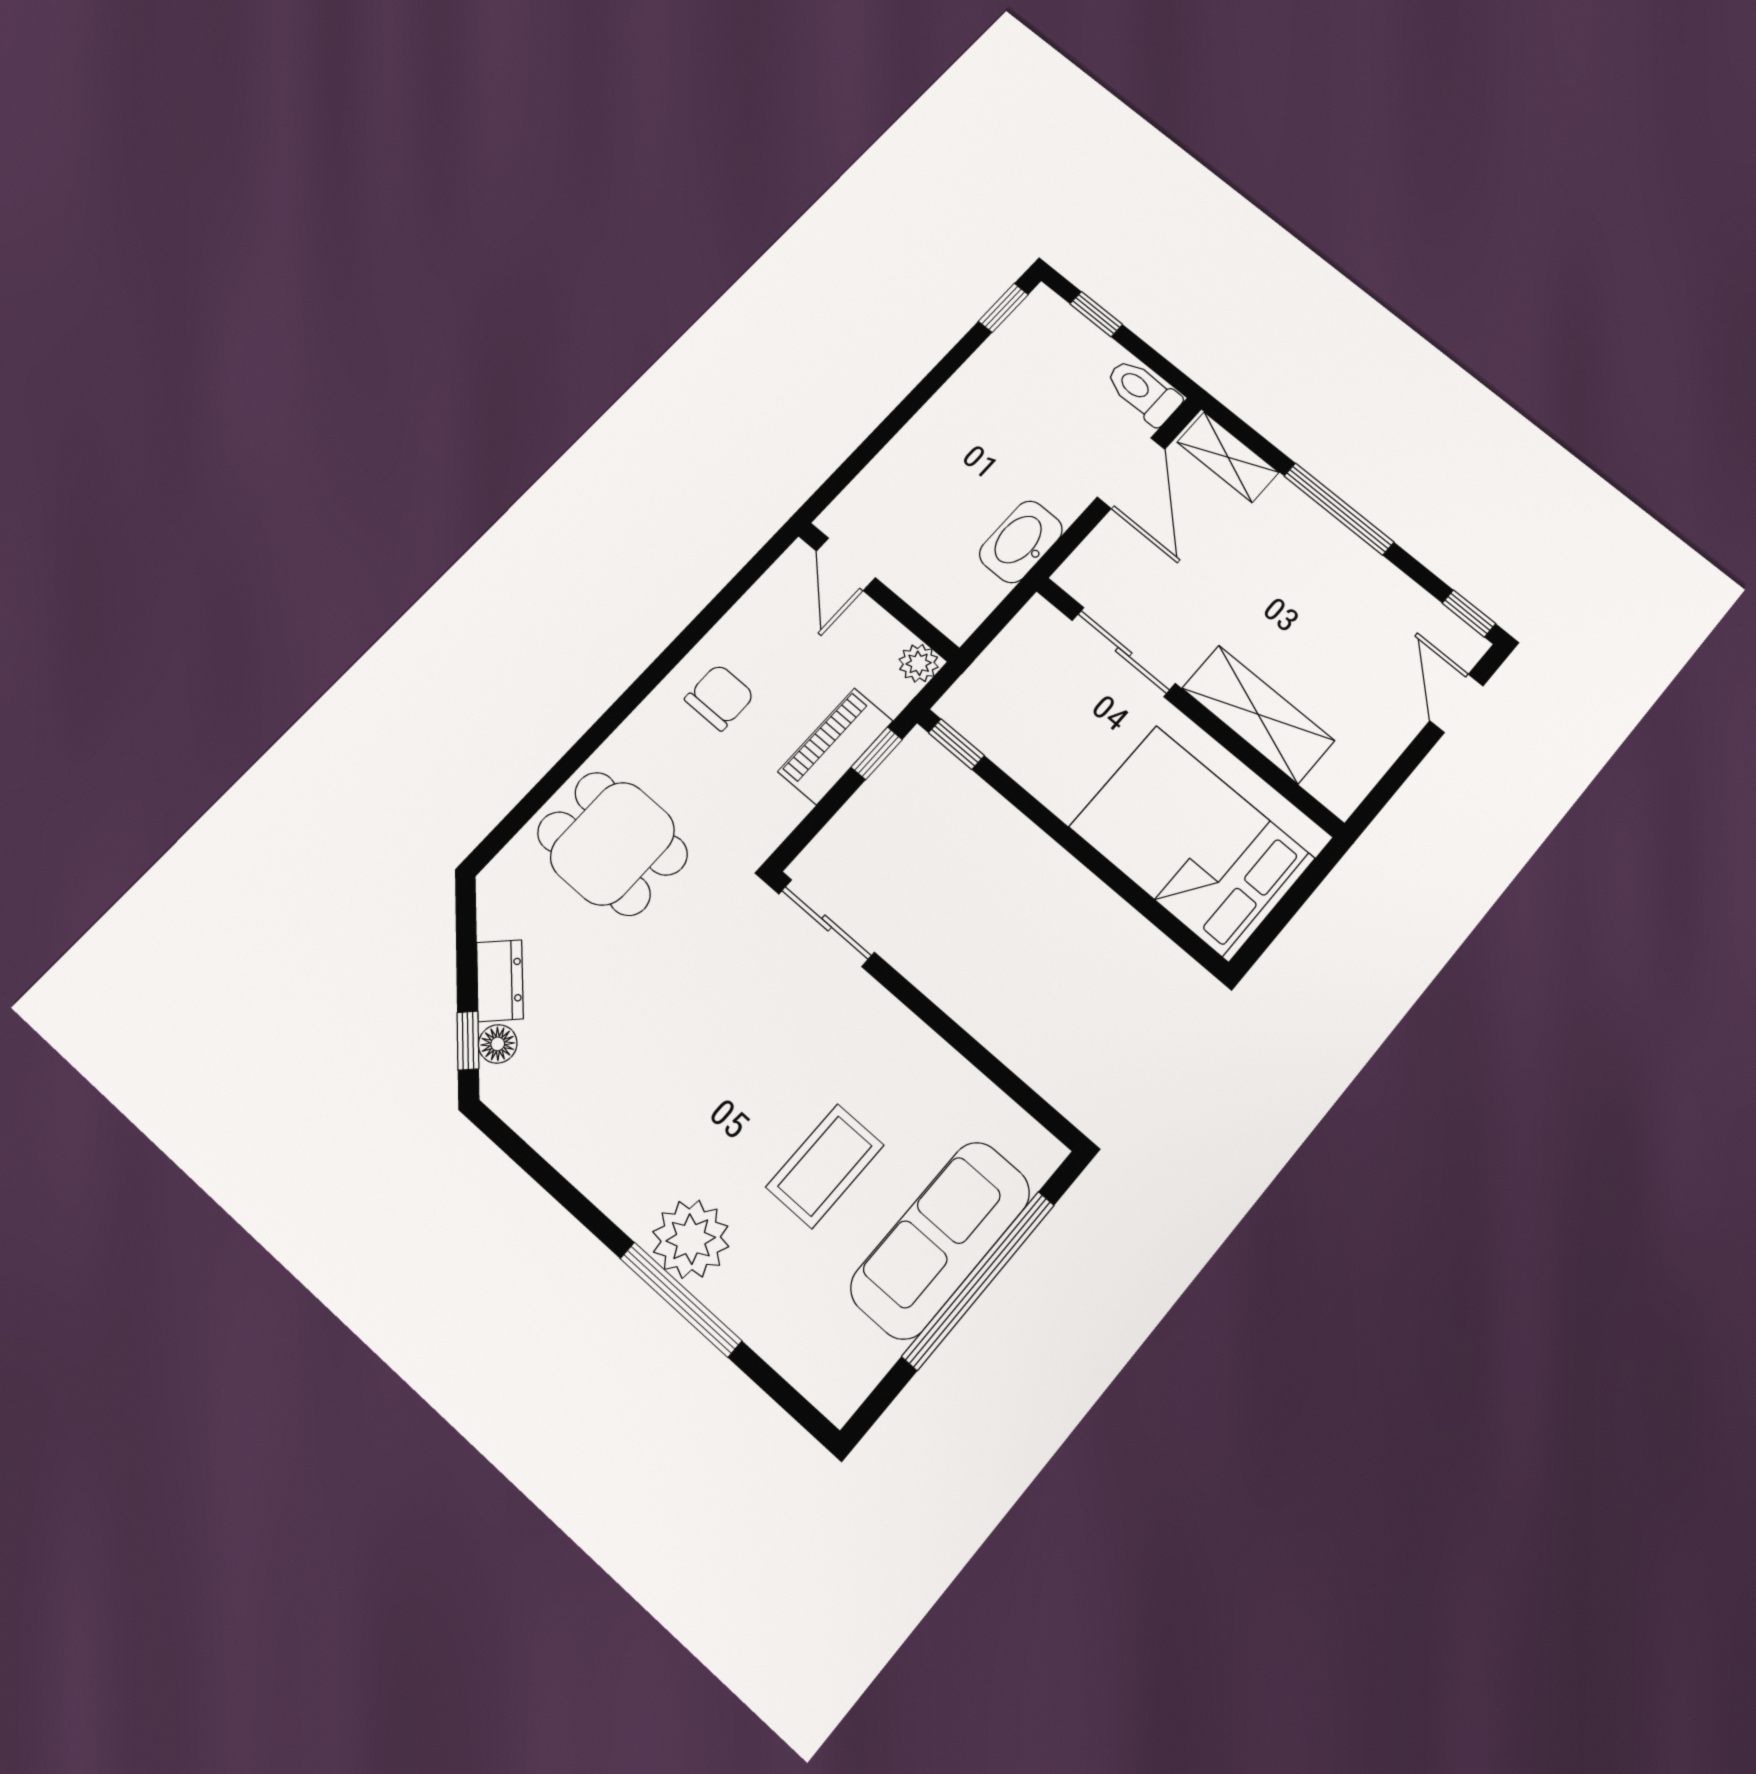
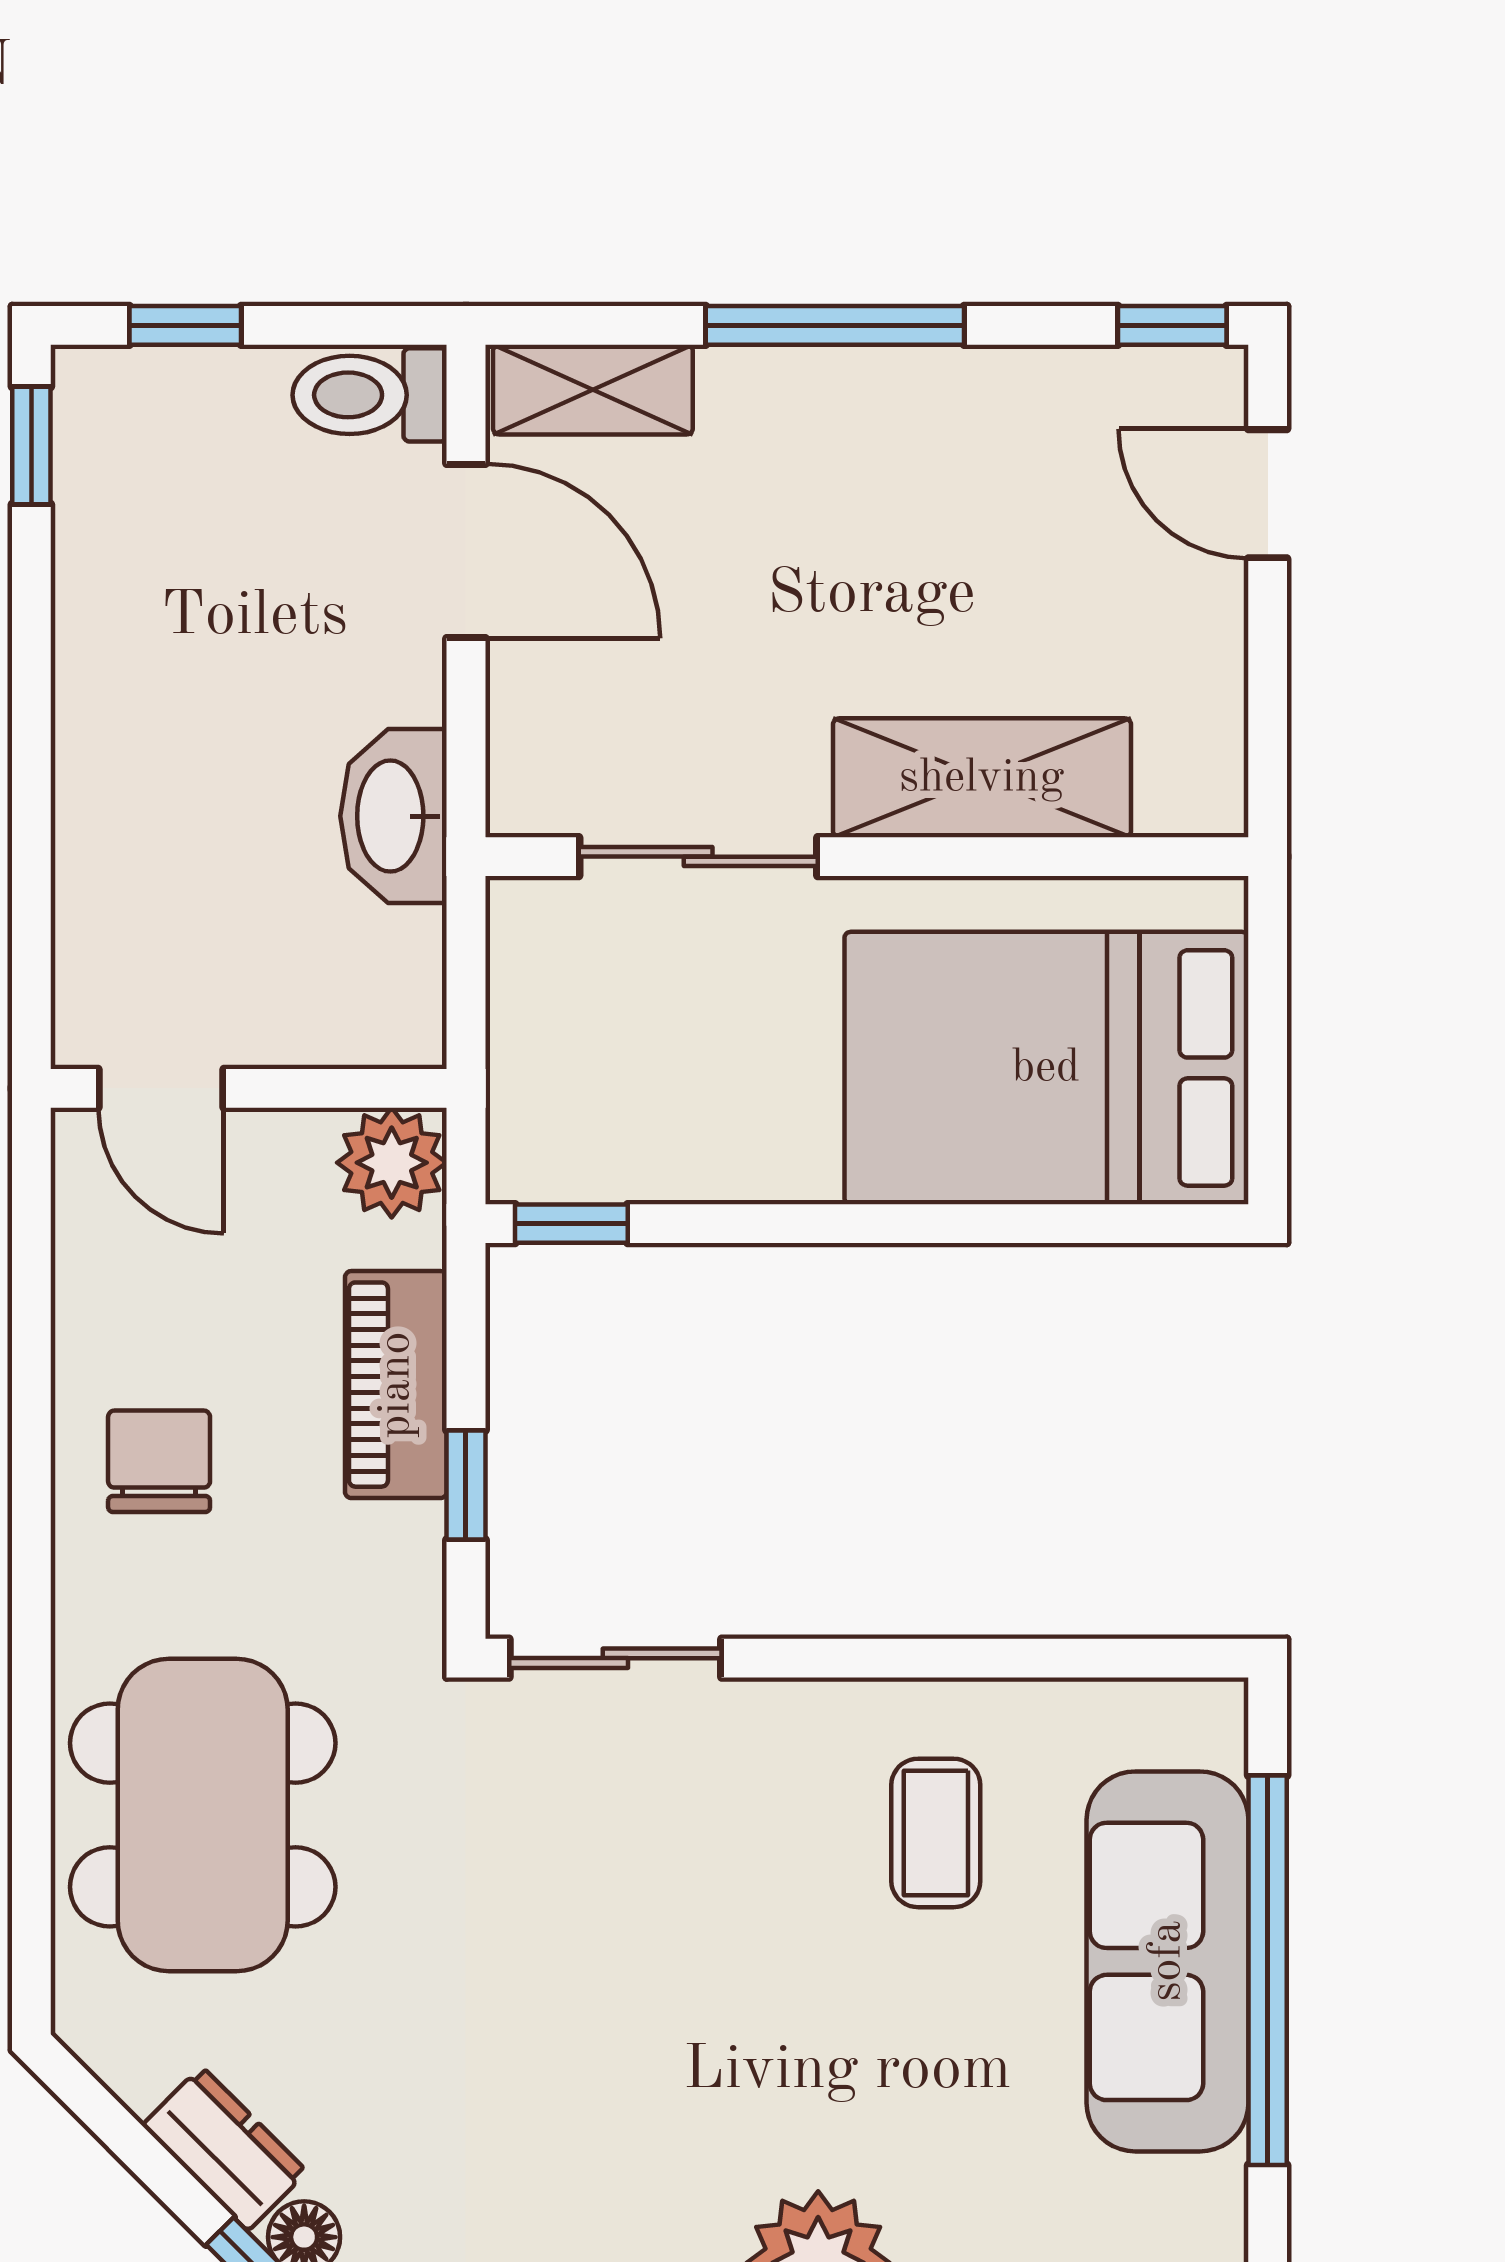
plant: (919, 663) -> (392, 1163), width x1.38, depth x1.38
window: (877, 753) -> (466, 1485), moved
dining table: (613, 844) -> (203, 1815), width x1.38
coffee table: (825, 1166) -> (936, 1833), moved, width x0.73, depth x0.77

